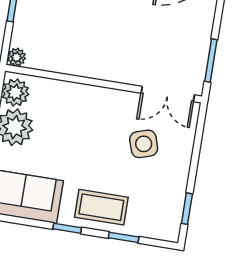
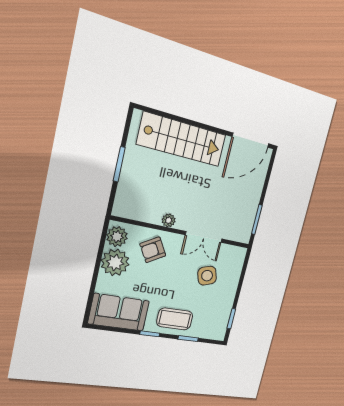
plant: (16, 57) -> (169, 220), moved
double door: (168, 94) -> (204, 237), moved
armchair: (64, 109) -> (153, 250), added

